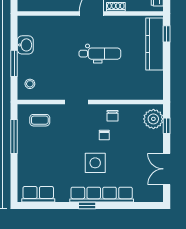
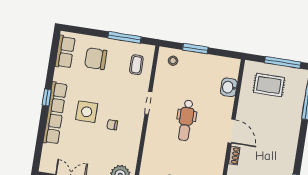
washbasin: (25, 45) -> (229, 87), moved, turned 90
dental chair: (100, 54) -> (186, 120), moved
chair: (113, 116) -> (96, 59), moved, width x1.87, depth x1.87

